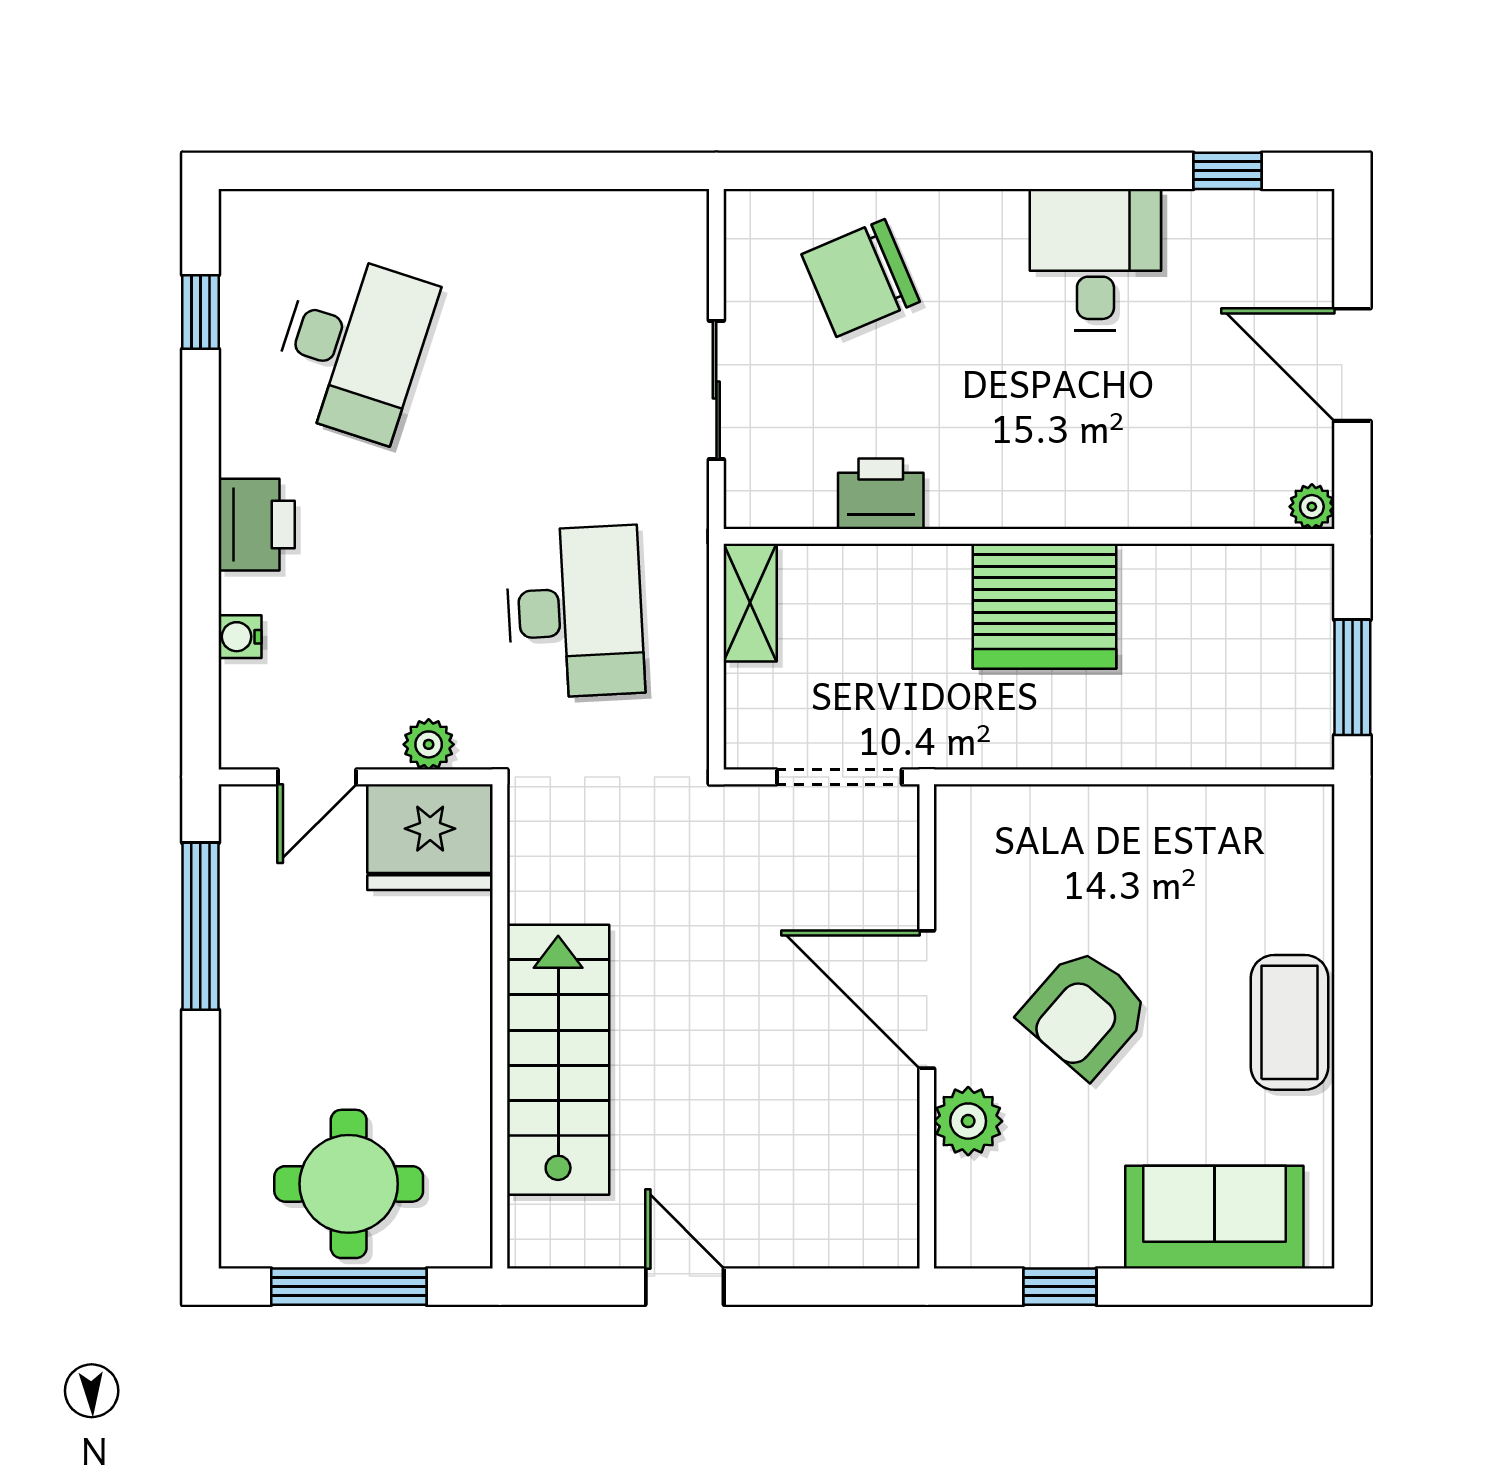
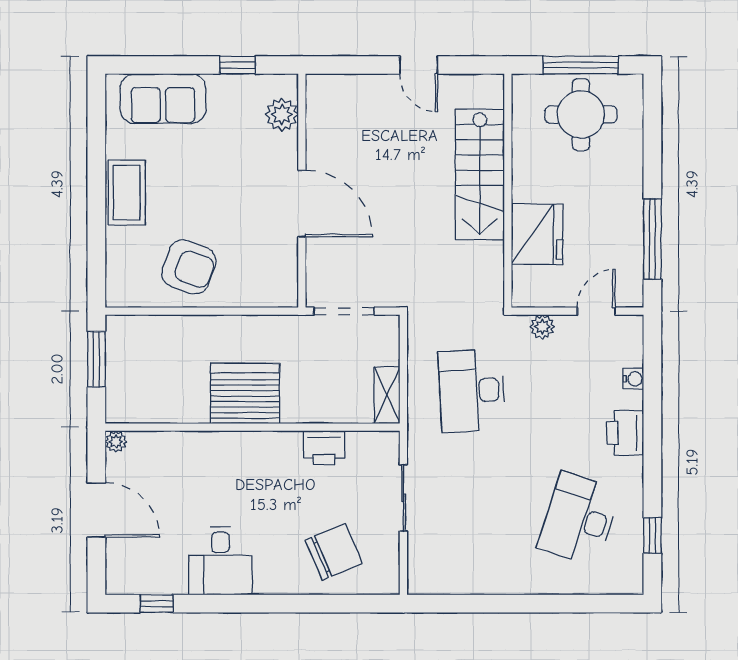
fridge: (430, 837) -> (537, 234), moved, turned 90
armchair: (1085, 1013) -> (189, 267), moved, turned 69
plant: (968, 1121) -> (282, 115), moved

